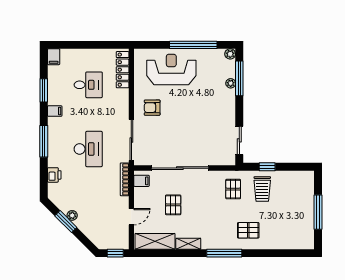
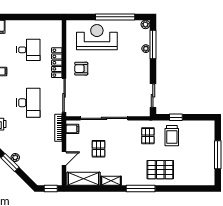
locker: (123, 70) -> (57, 63), moved
pallet: (248, 230) -> (160, 170), width x1.50, depth x1.42

